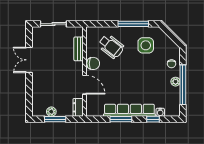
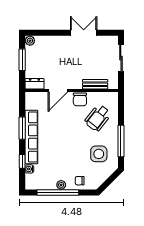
plant: (51, 112) -> (30, 41), moved

